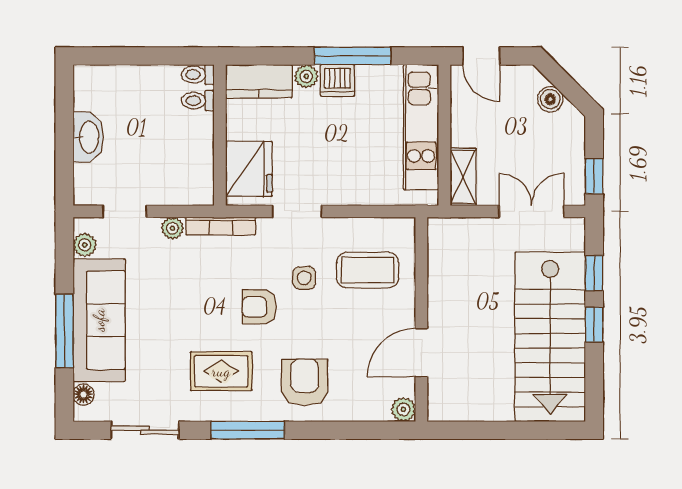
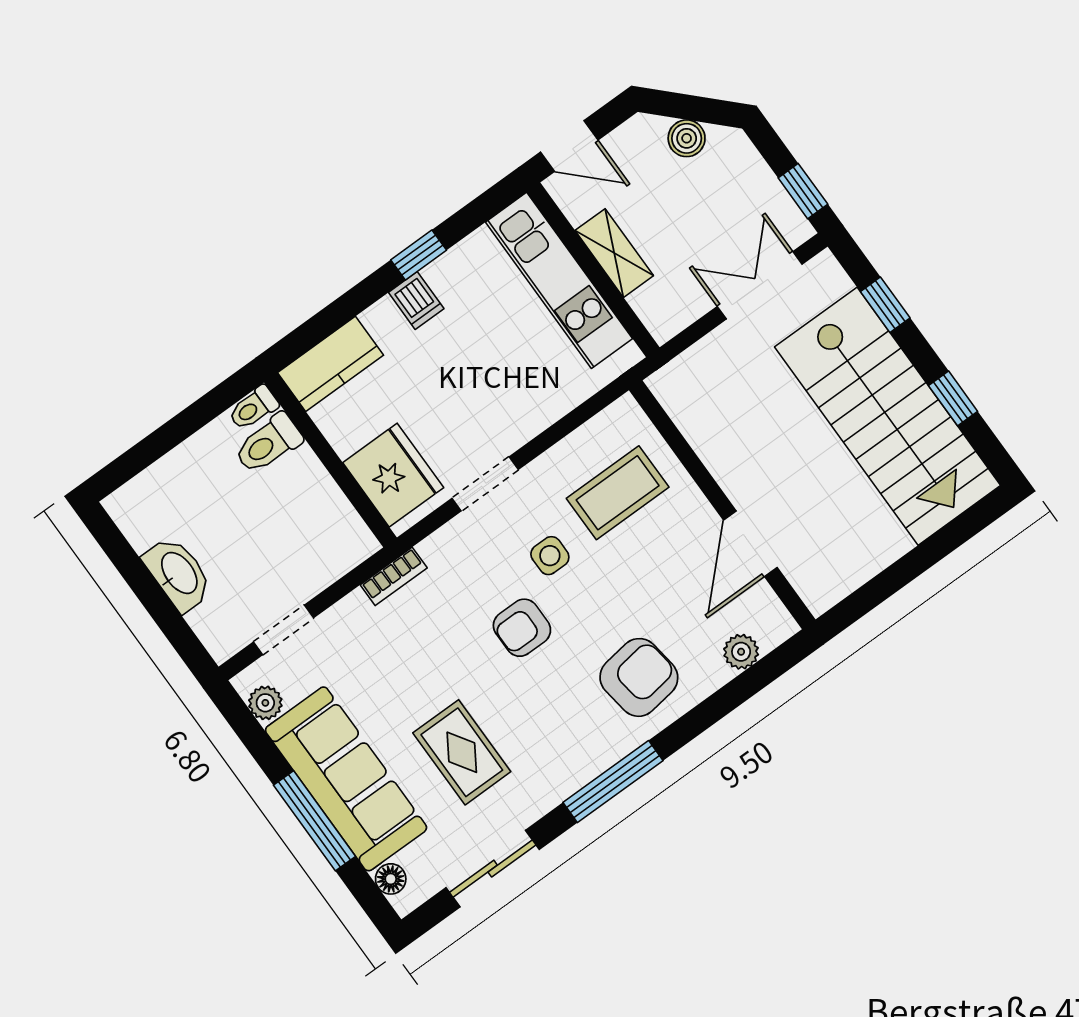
window: (353, 56) -> (419, 255), width x0.46
plant: (306, 76) -> (382, 318), removed
dishwasher: (337, 80) -> (416, 301), width x0.73
toilet: (198, 101) -> (268, 444), width x1.37, depth x1.39
shelving: (463, 177) -> (614, 253), moved
bookcase: (221, 226) -> (394, 576), width x0.64
plant: (172, 228) -> (354, 609), removed
window: (594, 325) -> (953, 398), moved
rug: (221, 371) -> (462, 752), moved, turned 90
armchair: (305, 382) -> (639, 677), turned 82
plant: (403, 409) -> (741, 652), moved

